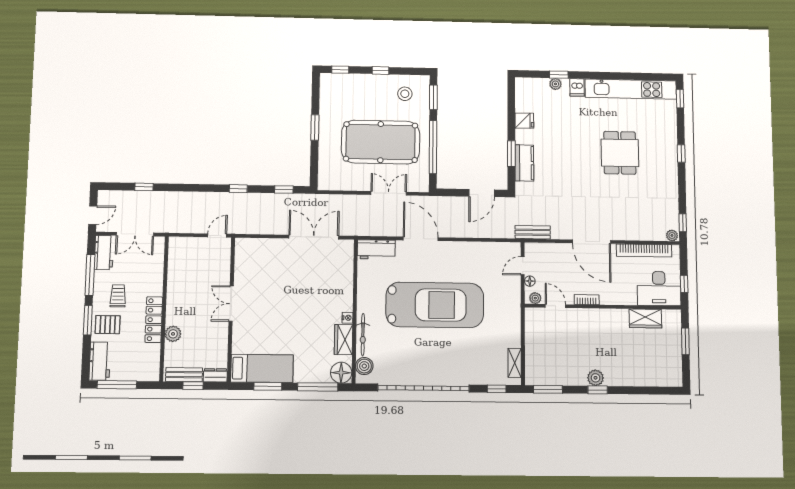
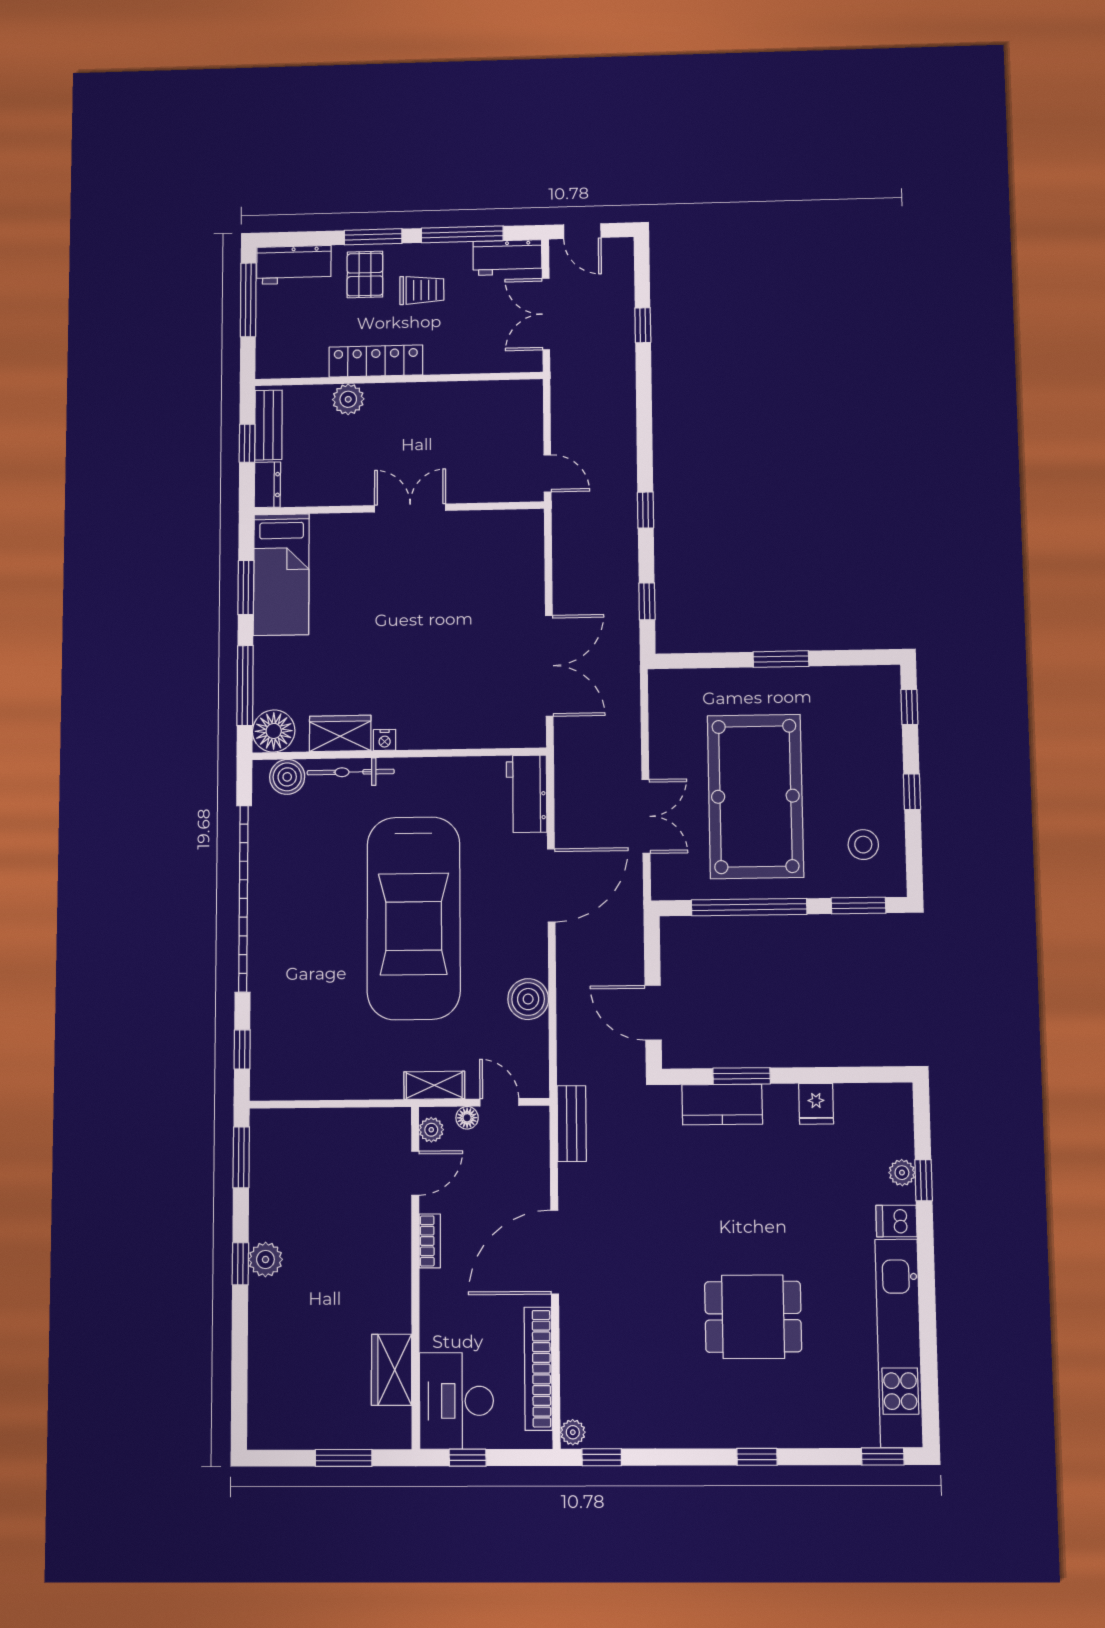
boiler: (474, 251) -> (528, 999), added
shelving: (515, 363) -> (434, 1085), moved

